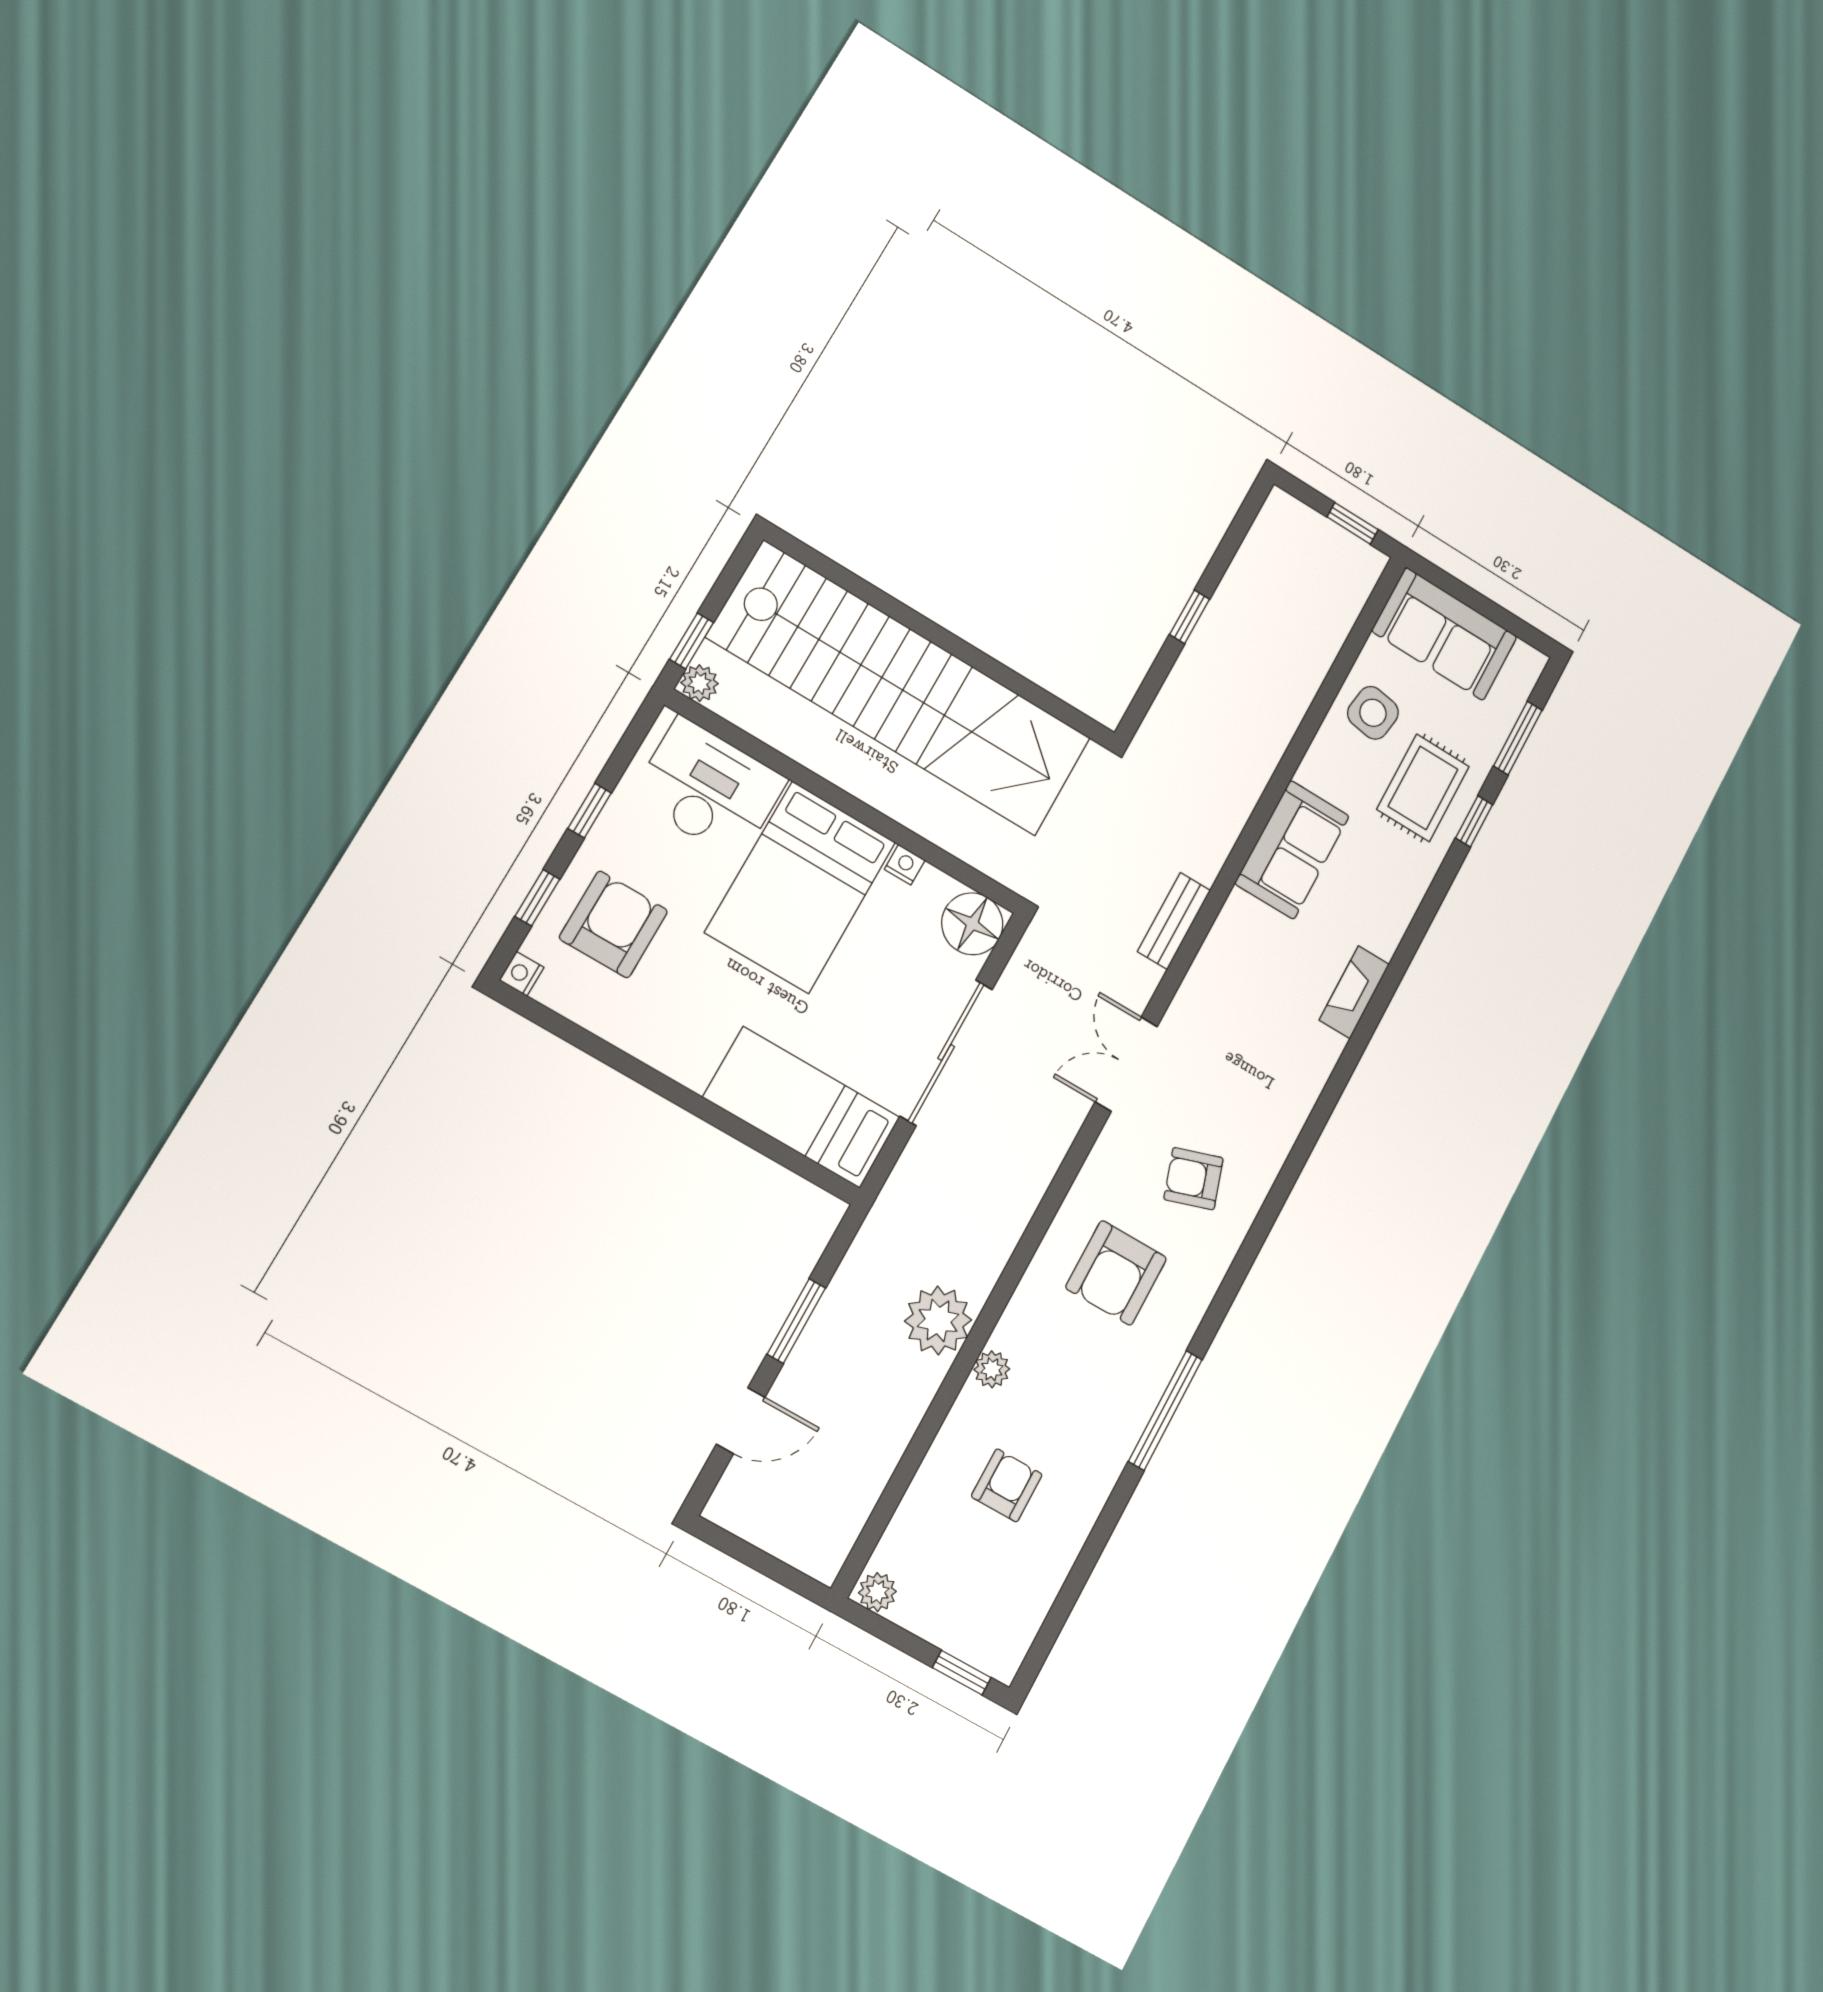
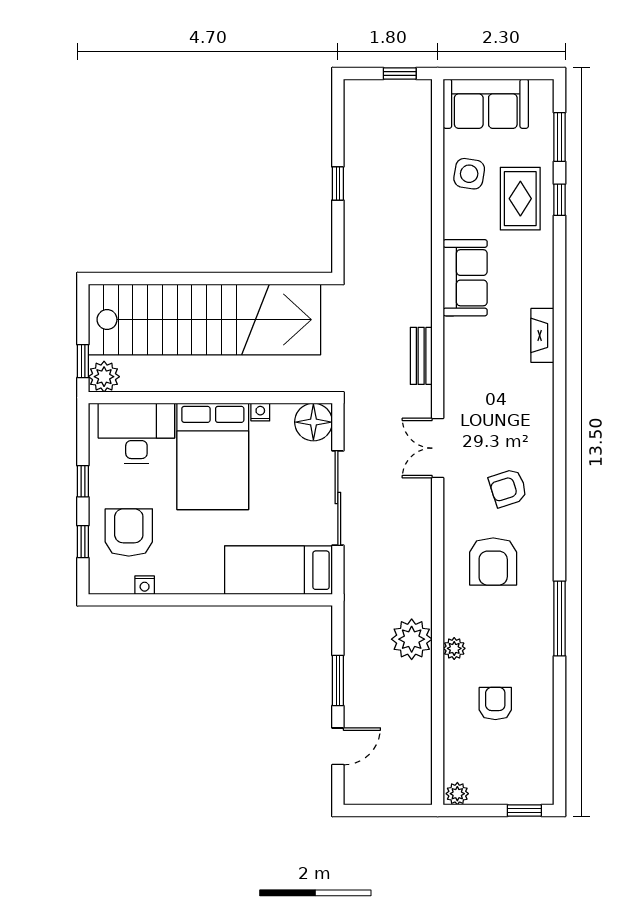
plant: (700, 683) -> (104, 377), width x1.38, depth x1.38
nightstand: (522, 974) -> (145, 585), moved, turned -90

